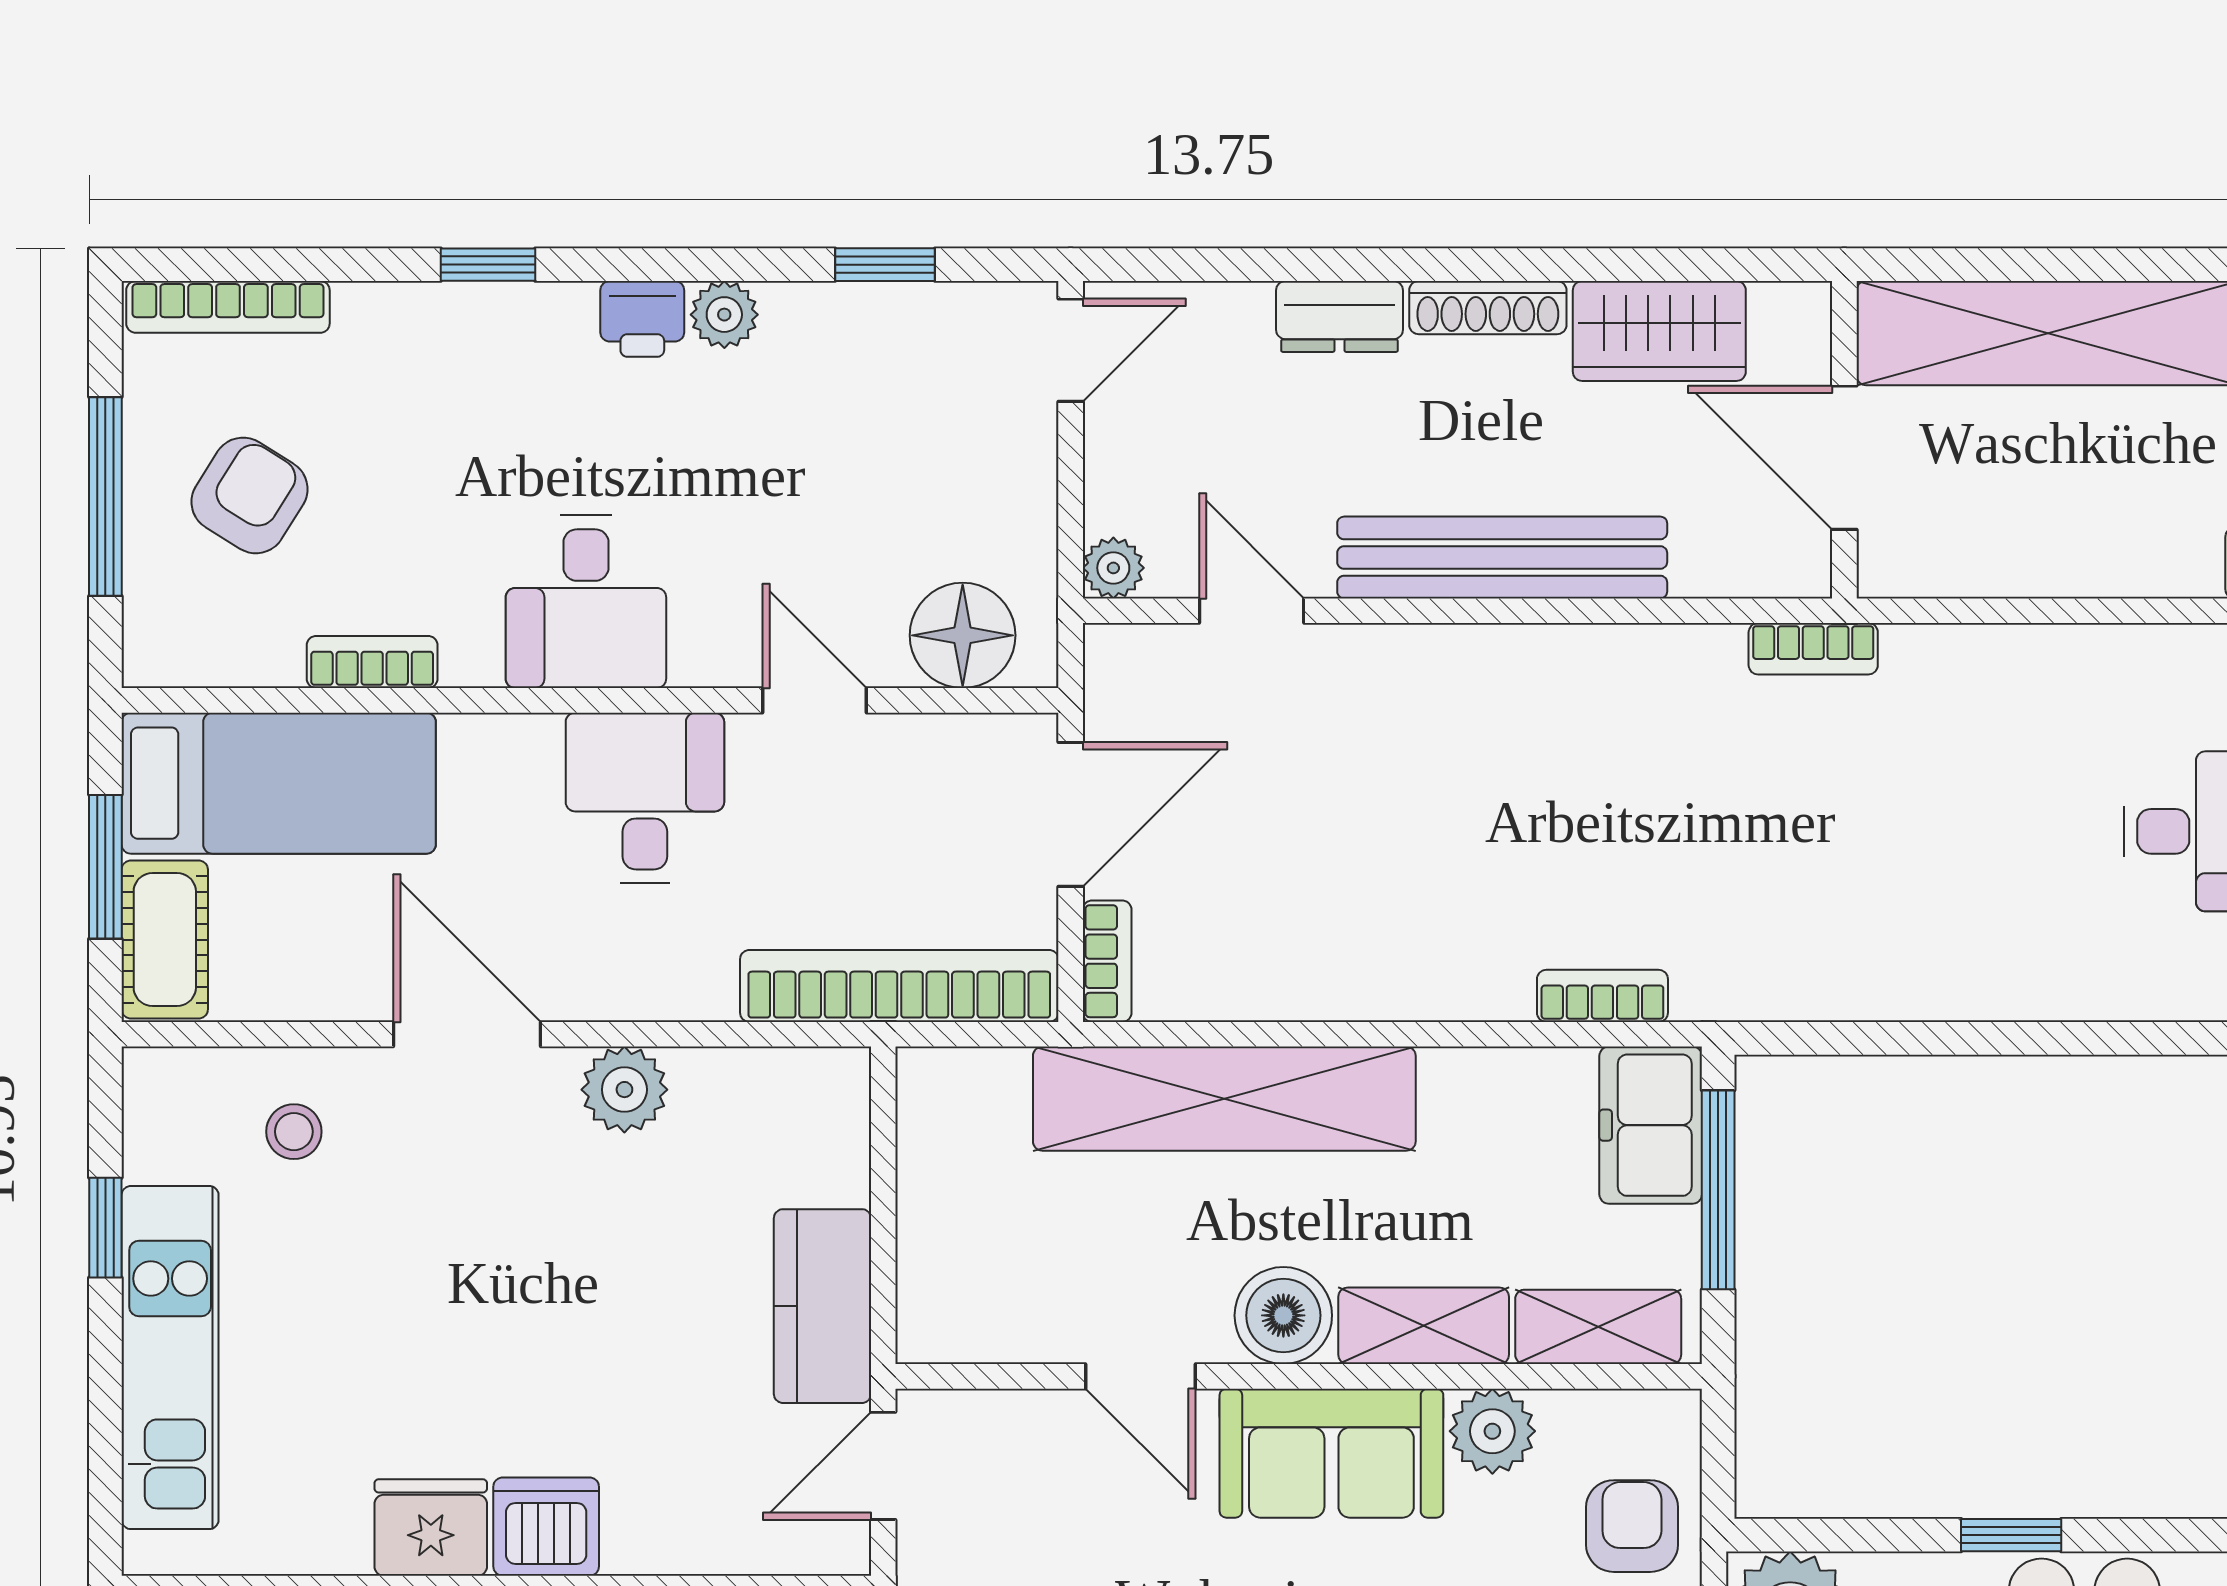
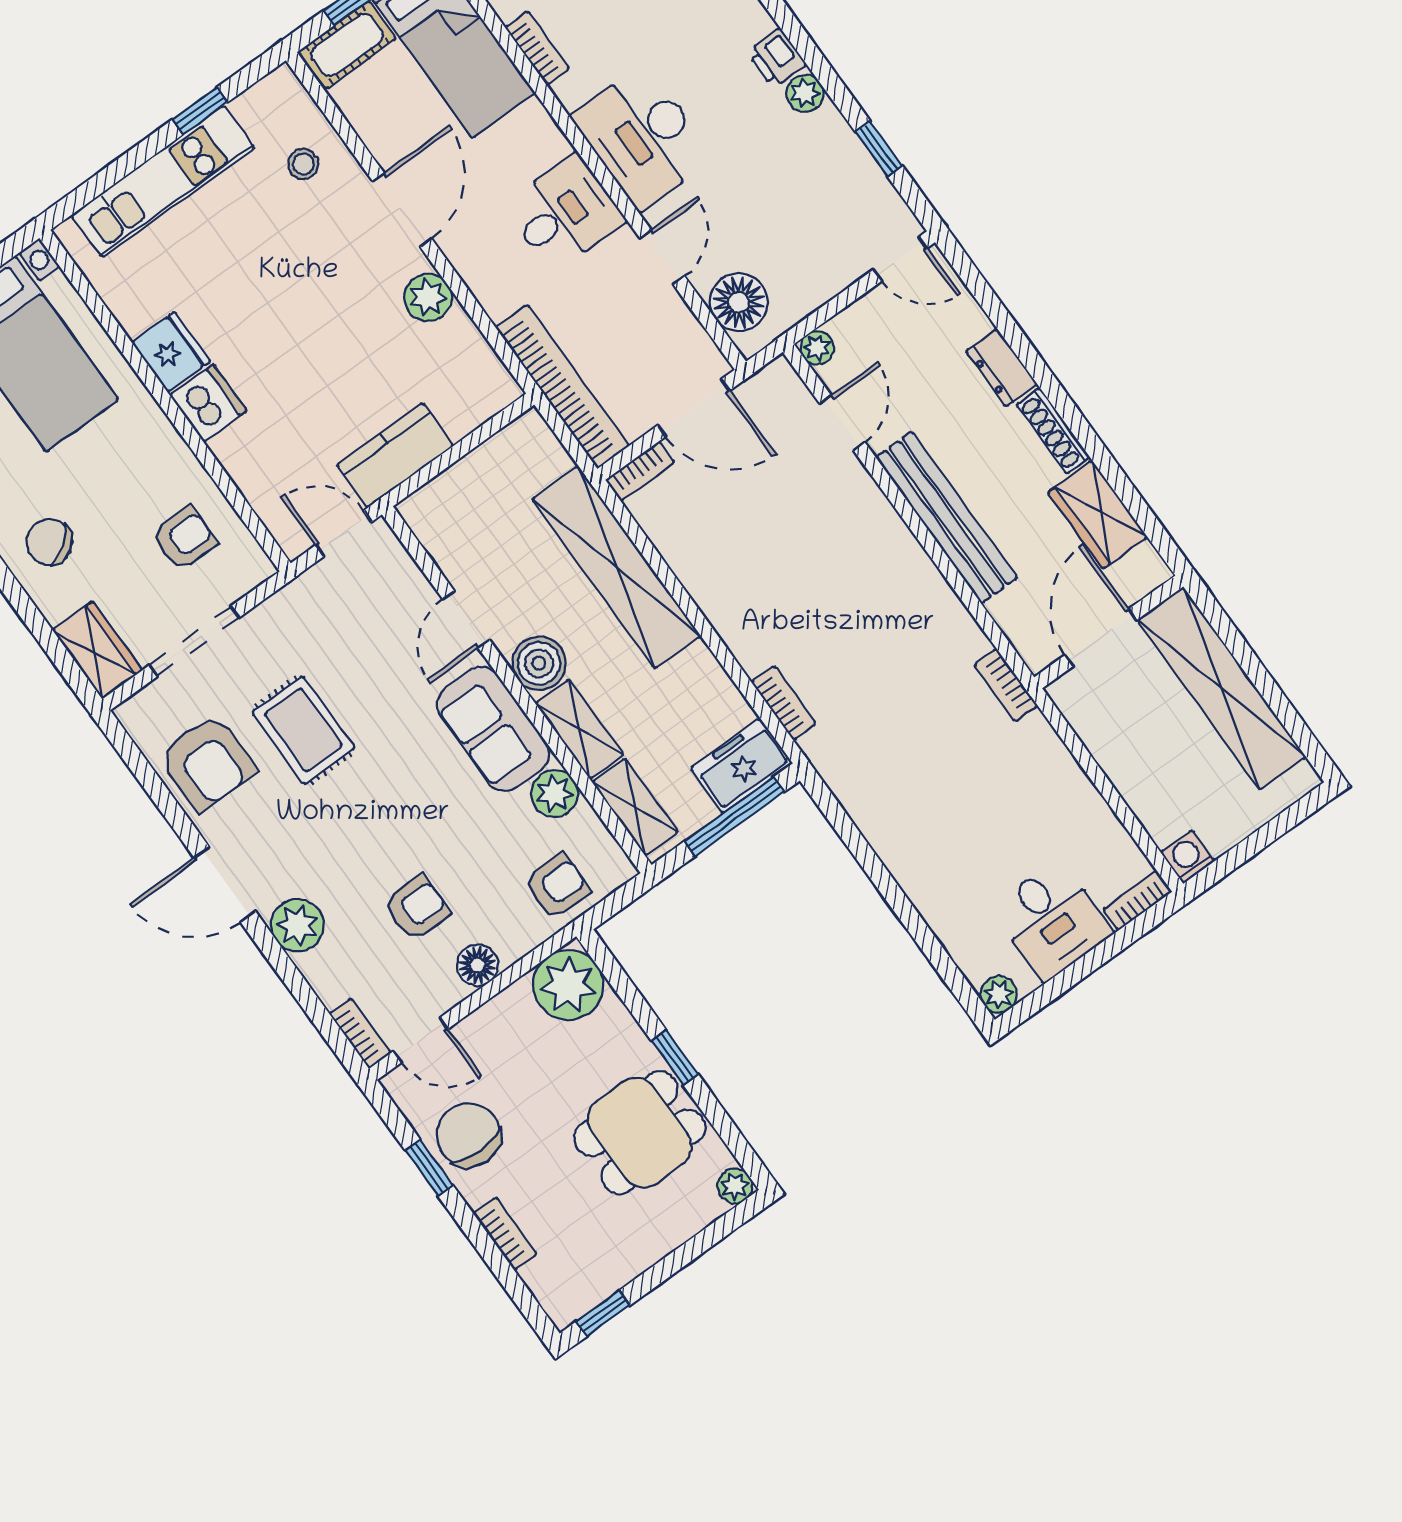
desk: (586, 602) -> (642, 137), width x1.37

